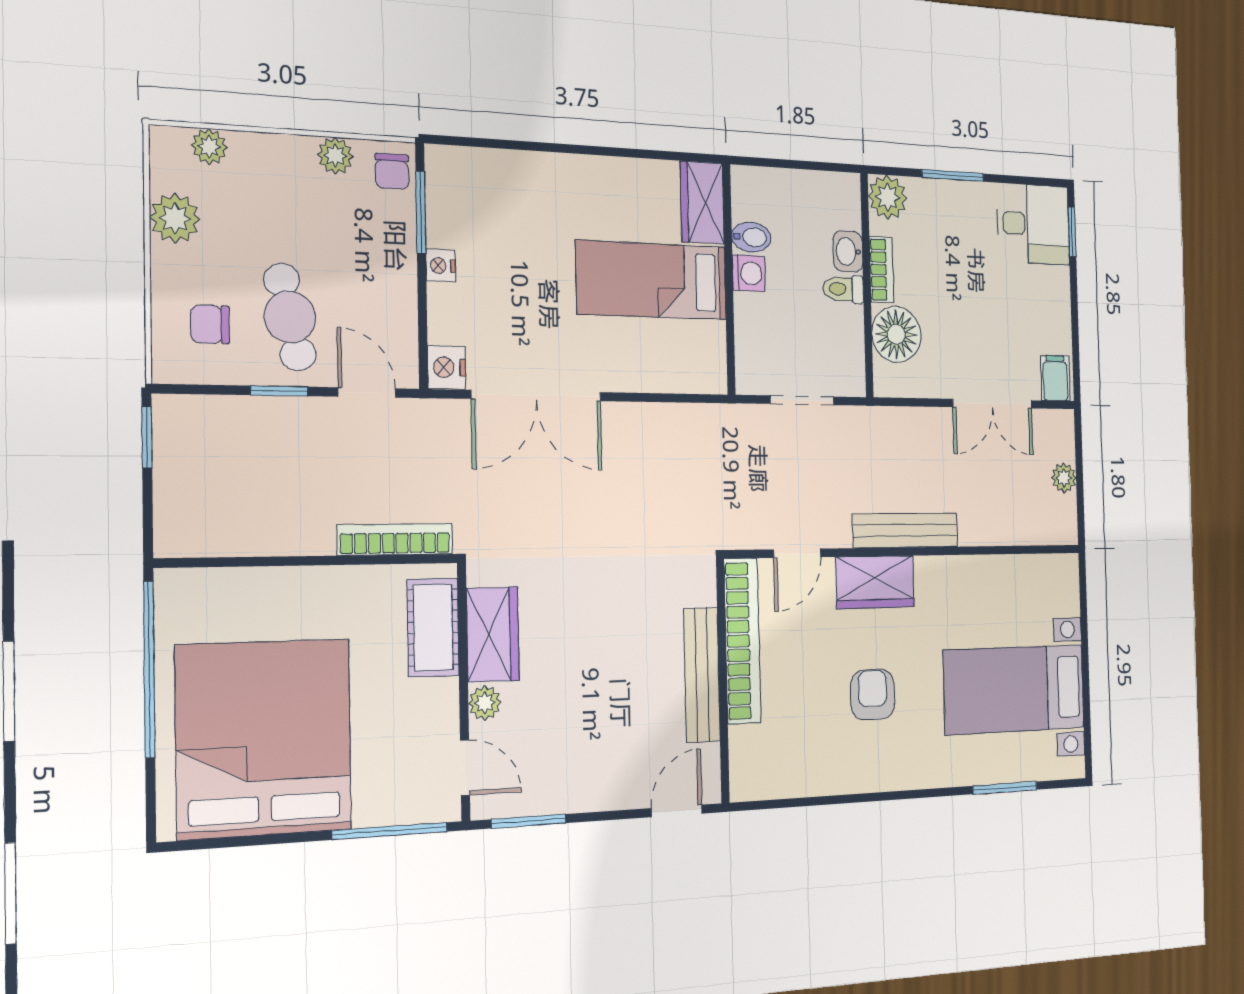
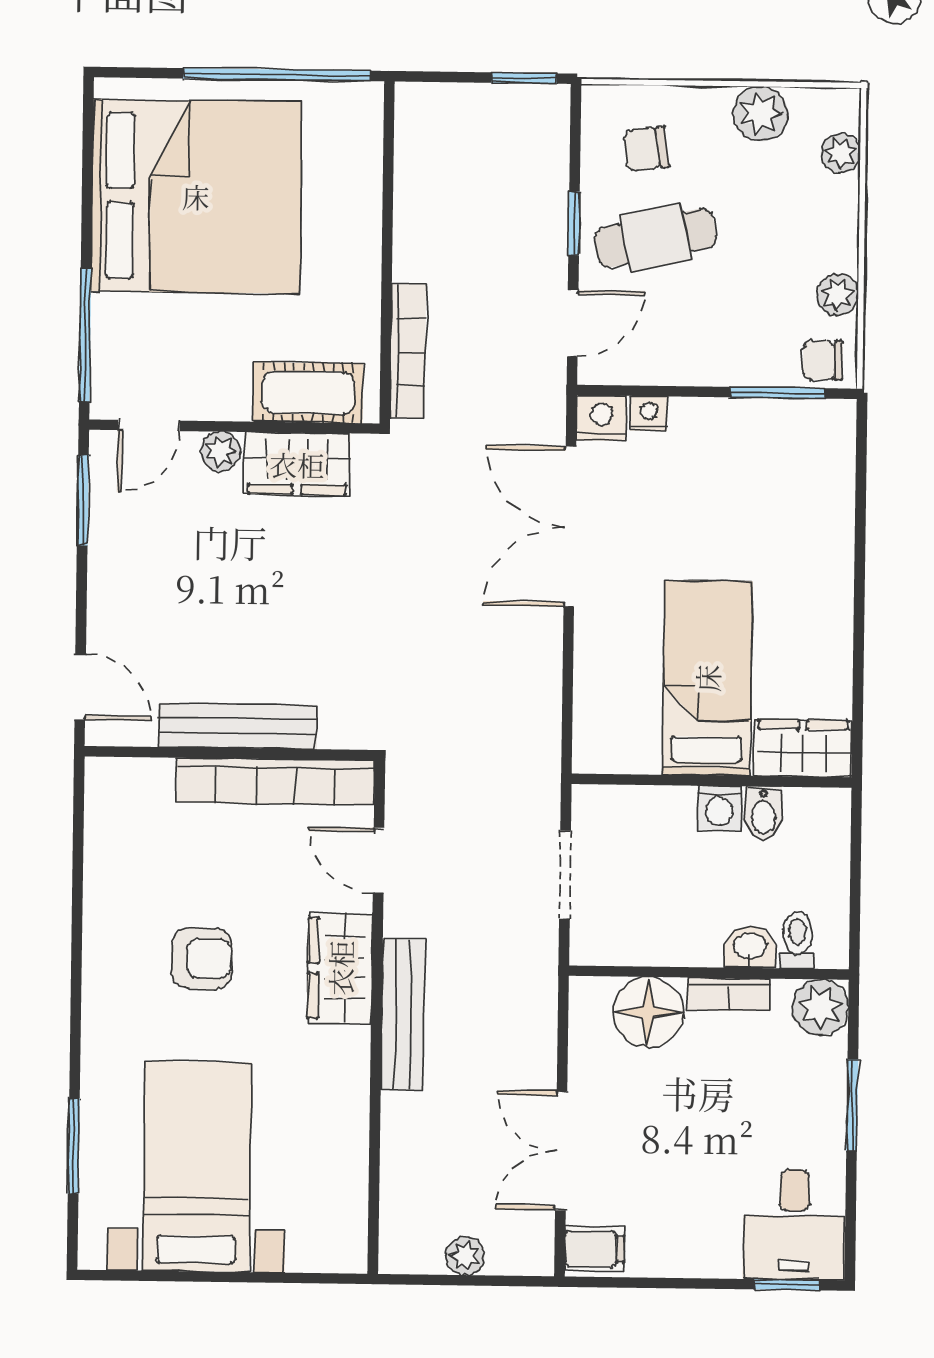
nightstand: (441, 266) -> (649, 413), moved
toilet: (843, 289) -> (797, 940), moved
chair: (210, 324) -> (646, 149), turned -98

